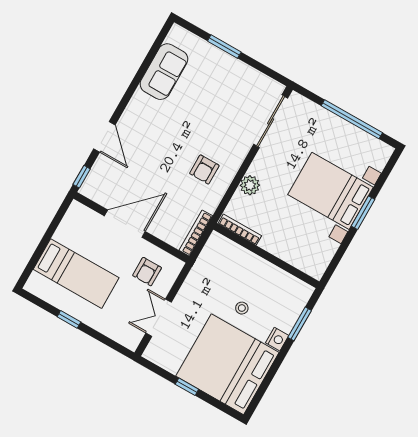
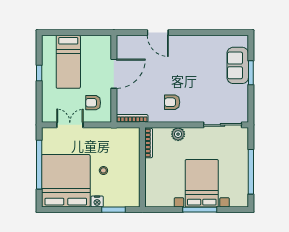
sofa: (164, 72) -> (238, 65), moved, turned 90
door: (104, 137) -> (158, 33), hinge flipped
window: (82, 177) -> (127, 33), removed
window: (363, 213) -> (200, 210), width x1.44
door: (125, 224) -> (114, 74), hinge flipped
window: (187, 387) -> (39, 165), width x3.17

